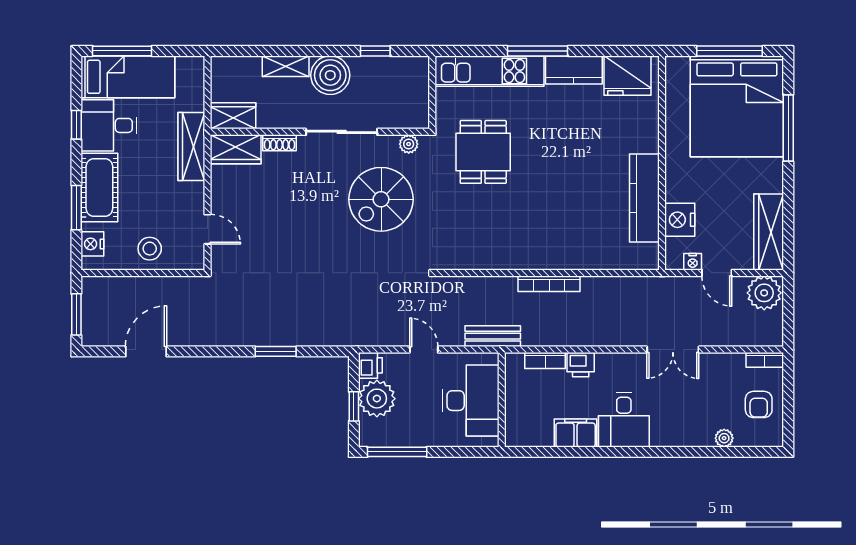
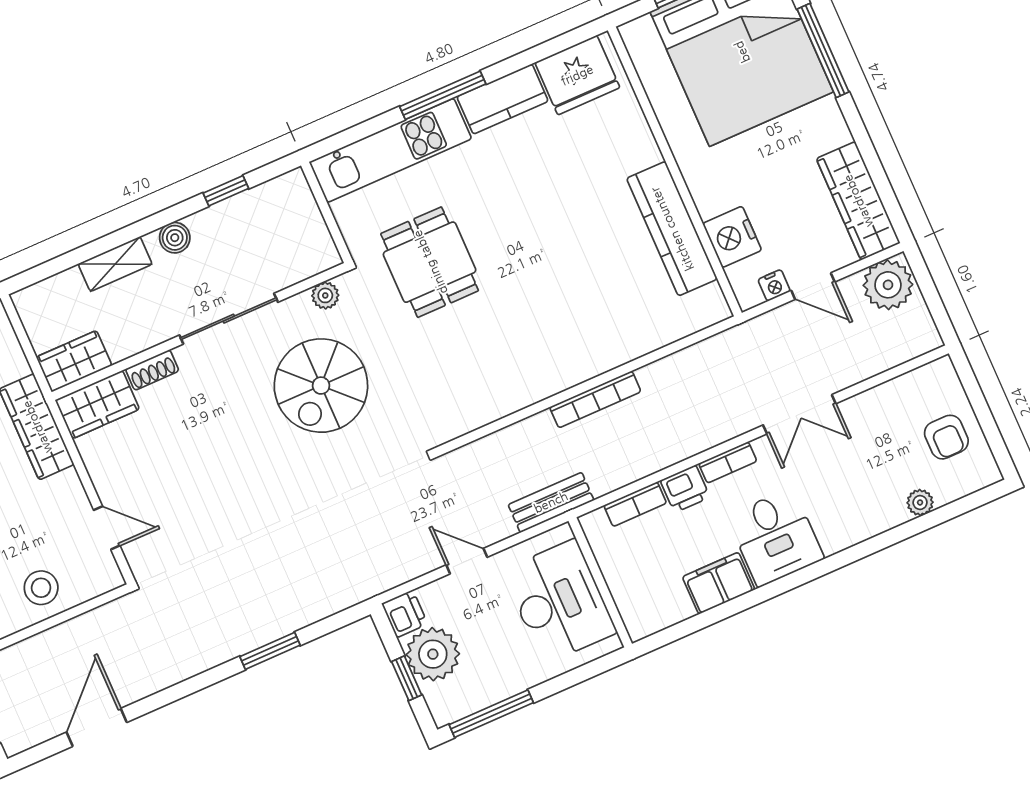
boiler: (330, 75) -> (175, 238), width x0.54, depth x0.54
bookcase: (765, 360) -> (728, 462), moved

